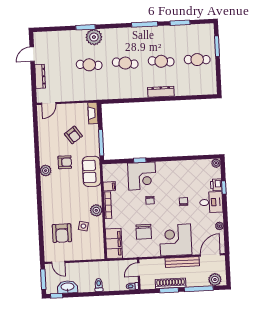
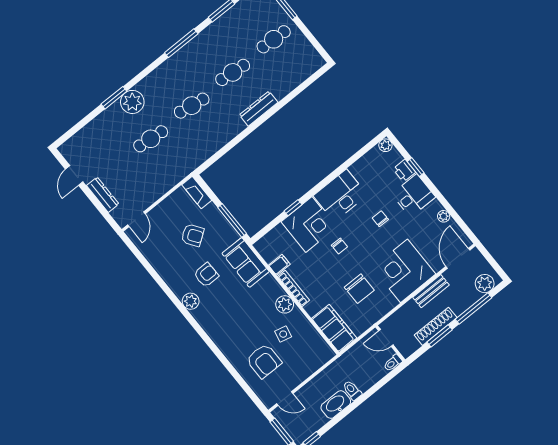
desk: (171, 173) -> (340, 195), added
bench: (182, 262) -> (431, 291), width x0.73
door: (139, 270) -> (386, 338), hinge flipped
washbasin: (68, 287) -> (336, 405), moved

